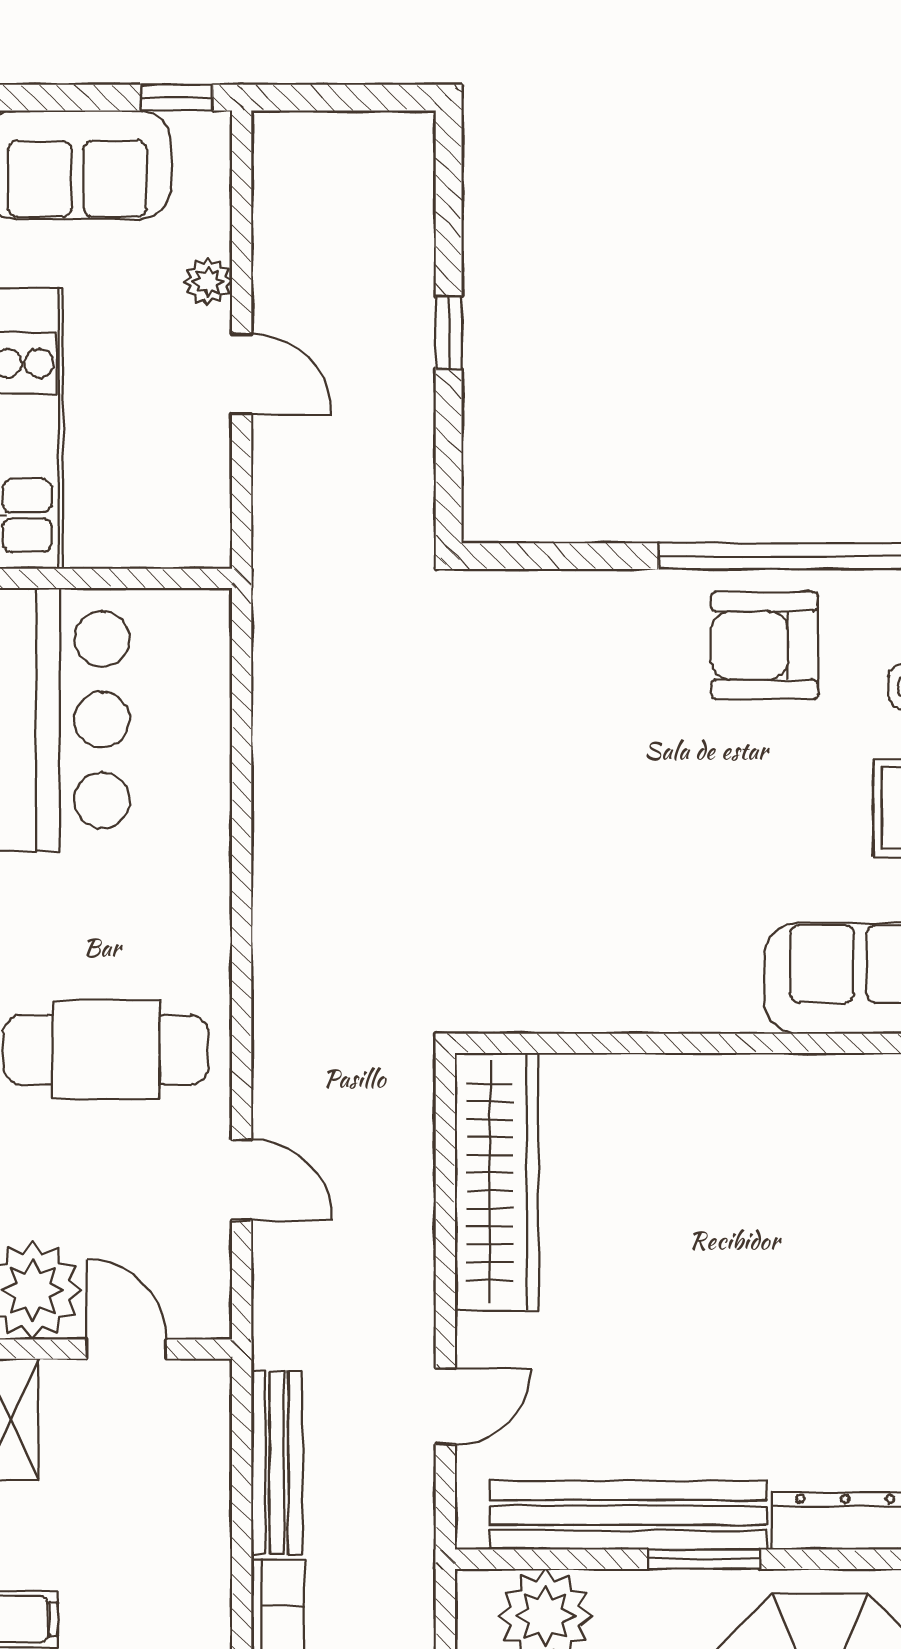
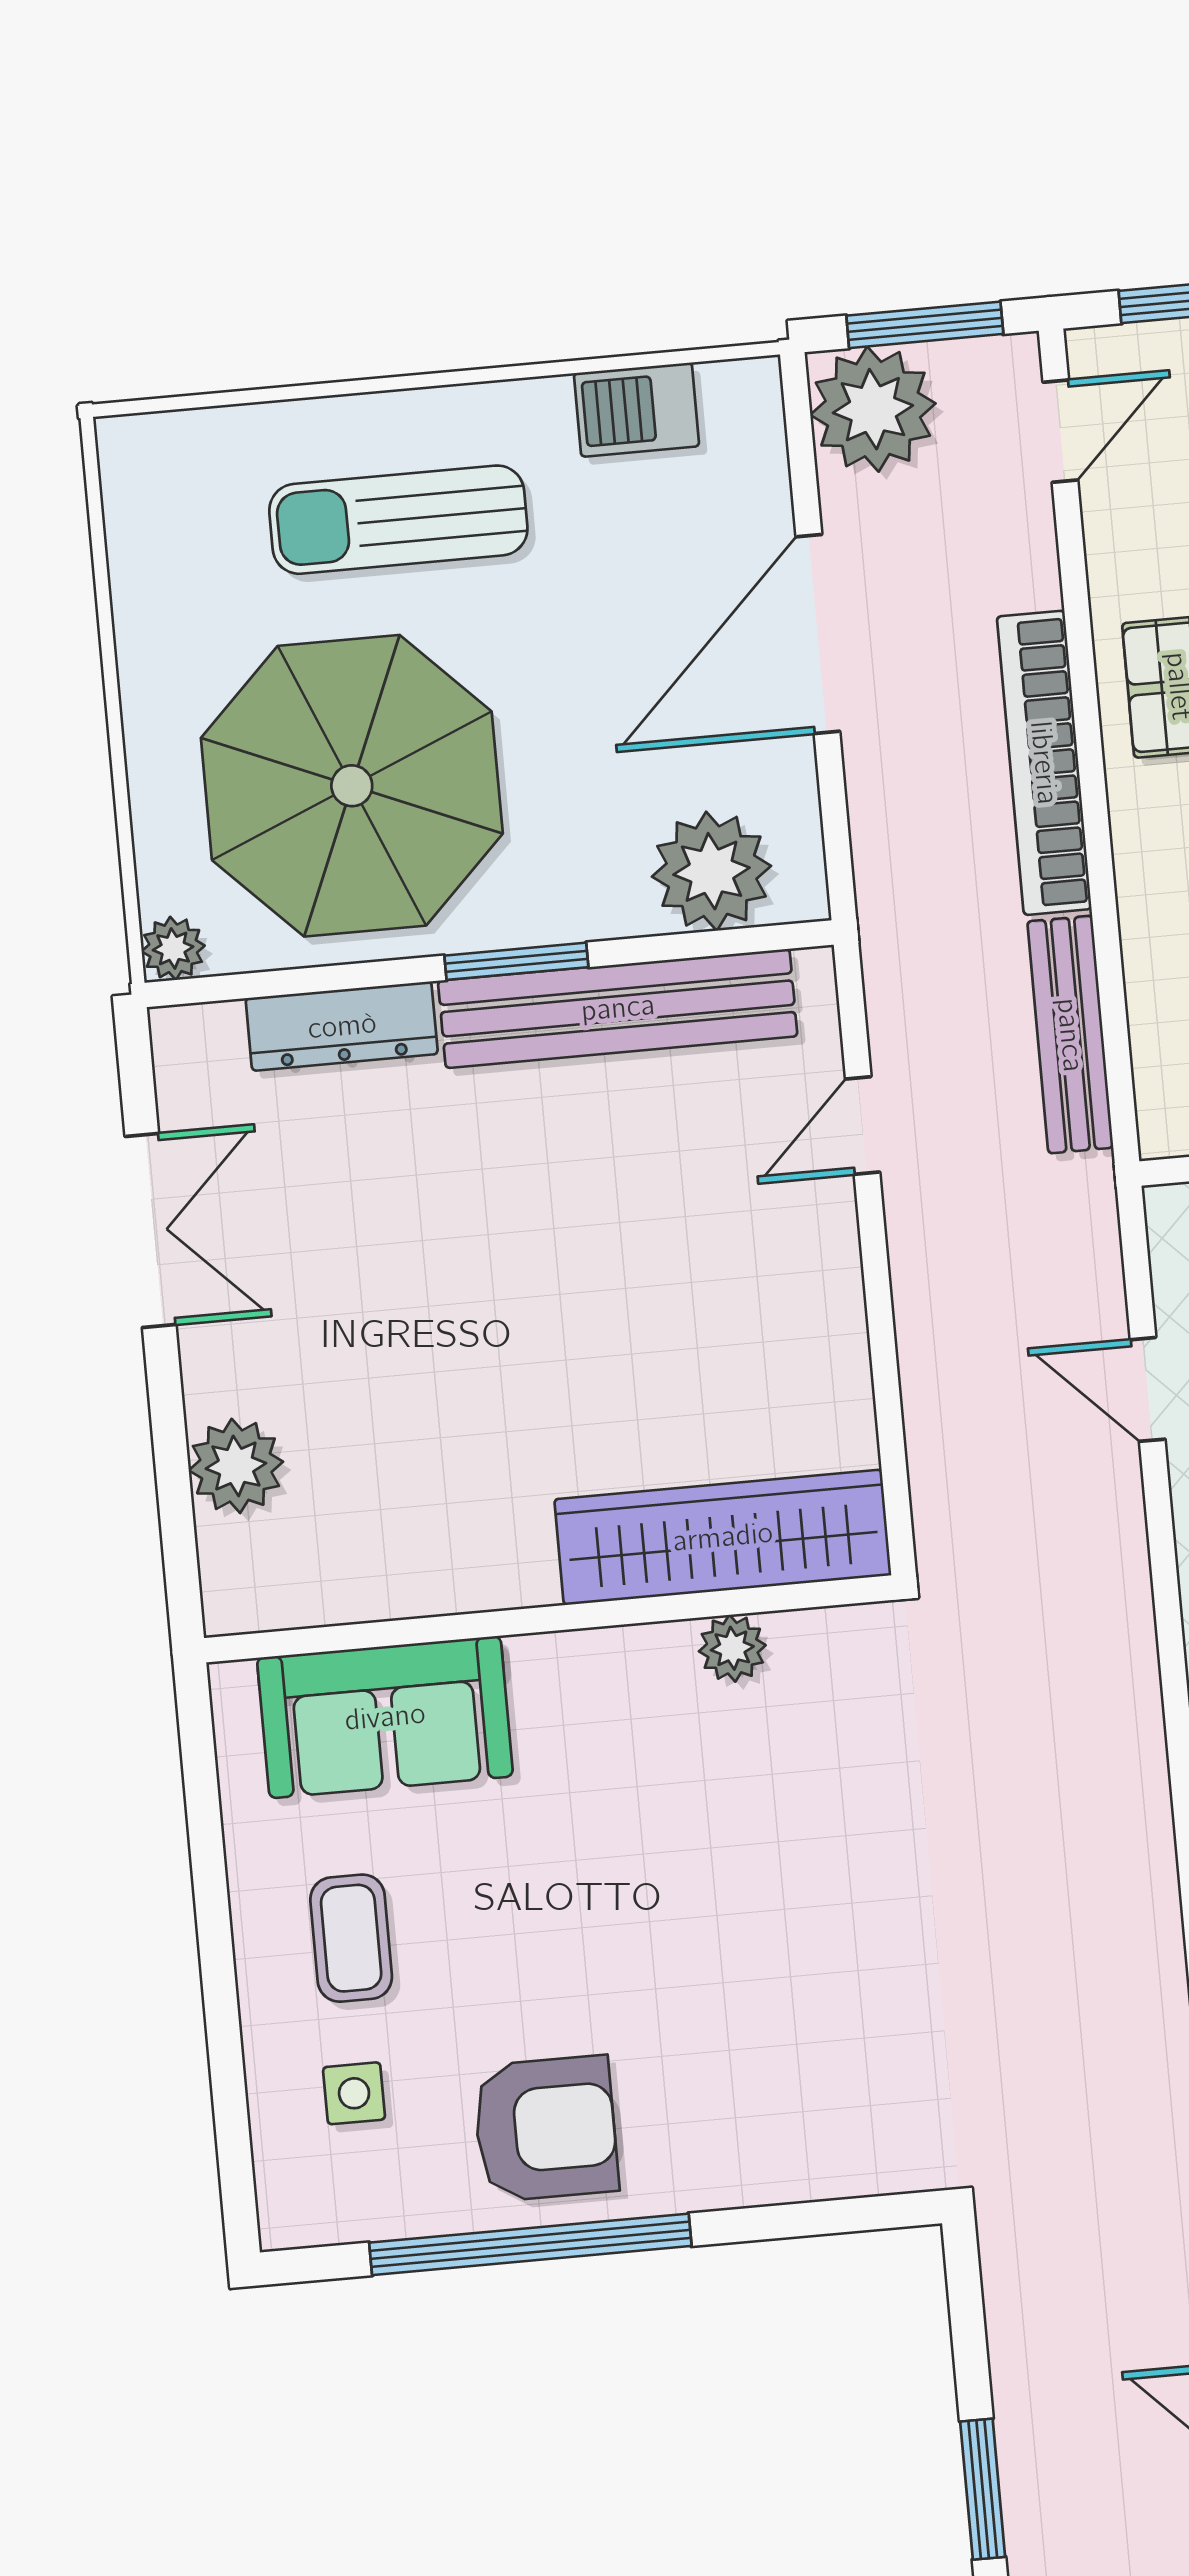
window: (449, 333) -> (983, 2489), width x1.50
plant: (584, 1007) -> (732, 1648), added
wardrobe: (497, 1182) -> (723, 1537), moved, turned 90

